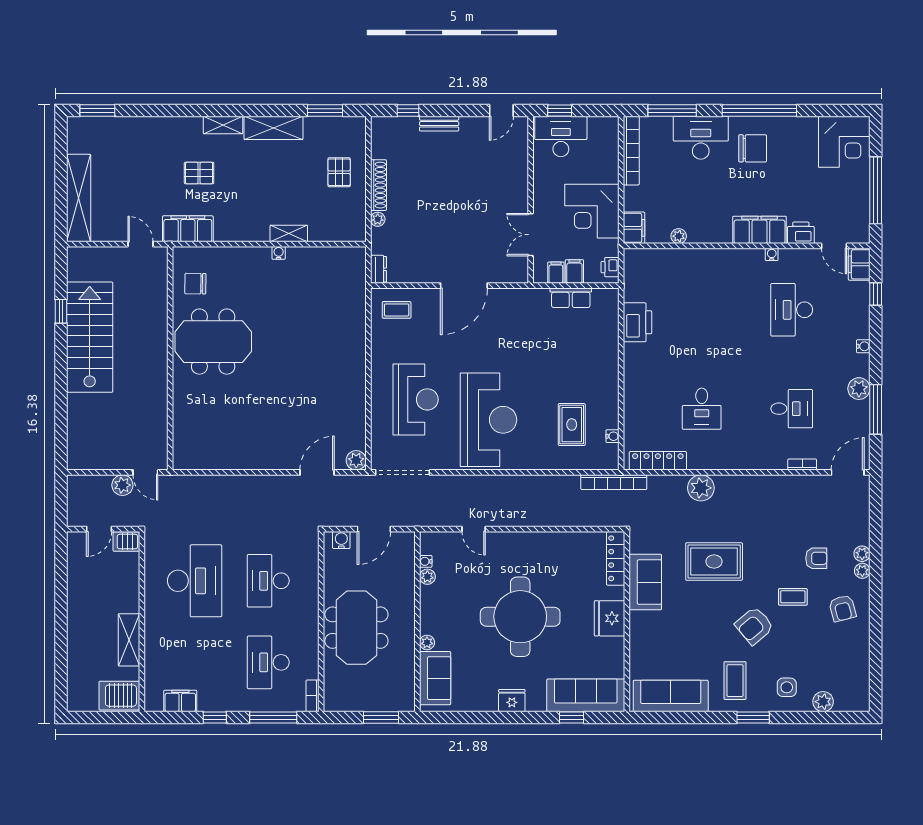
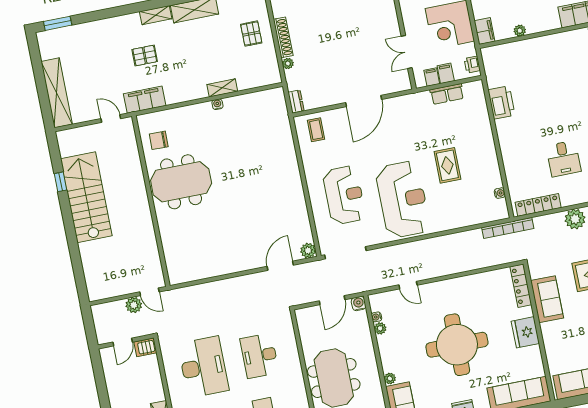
coffee table: (397, 310) -> (316, 130), turned 90
rug: (572, 425) -> (447, 165), moved
water cooler: (341, 540) -> (359, 304), moved

